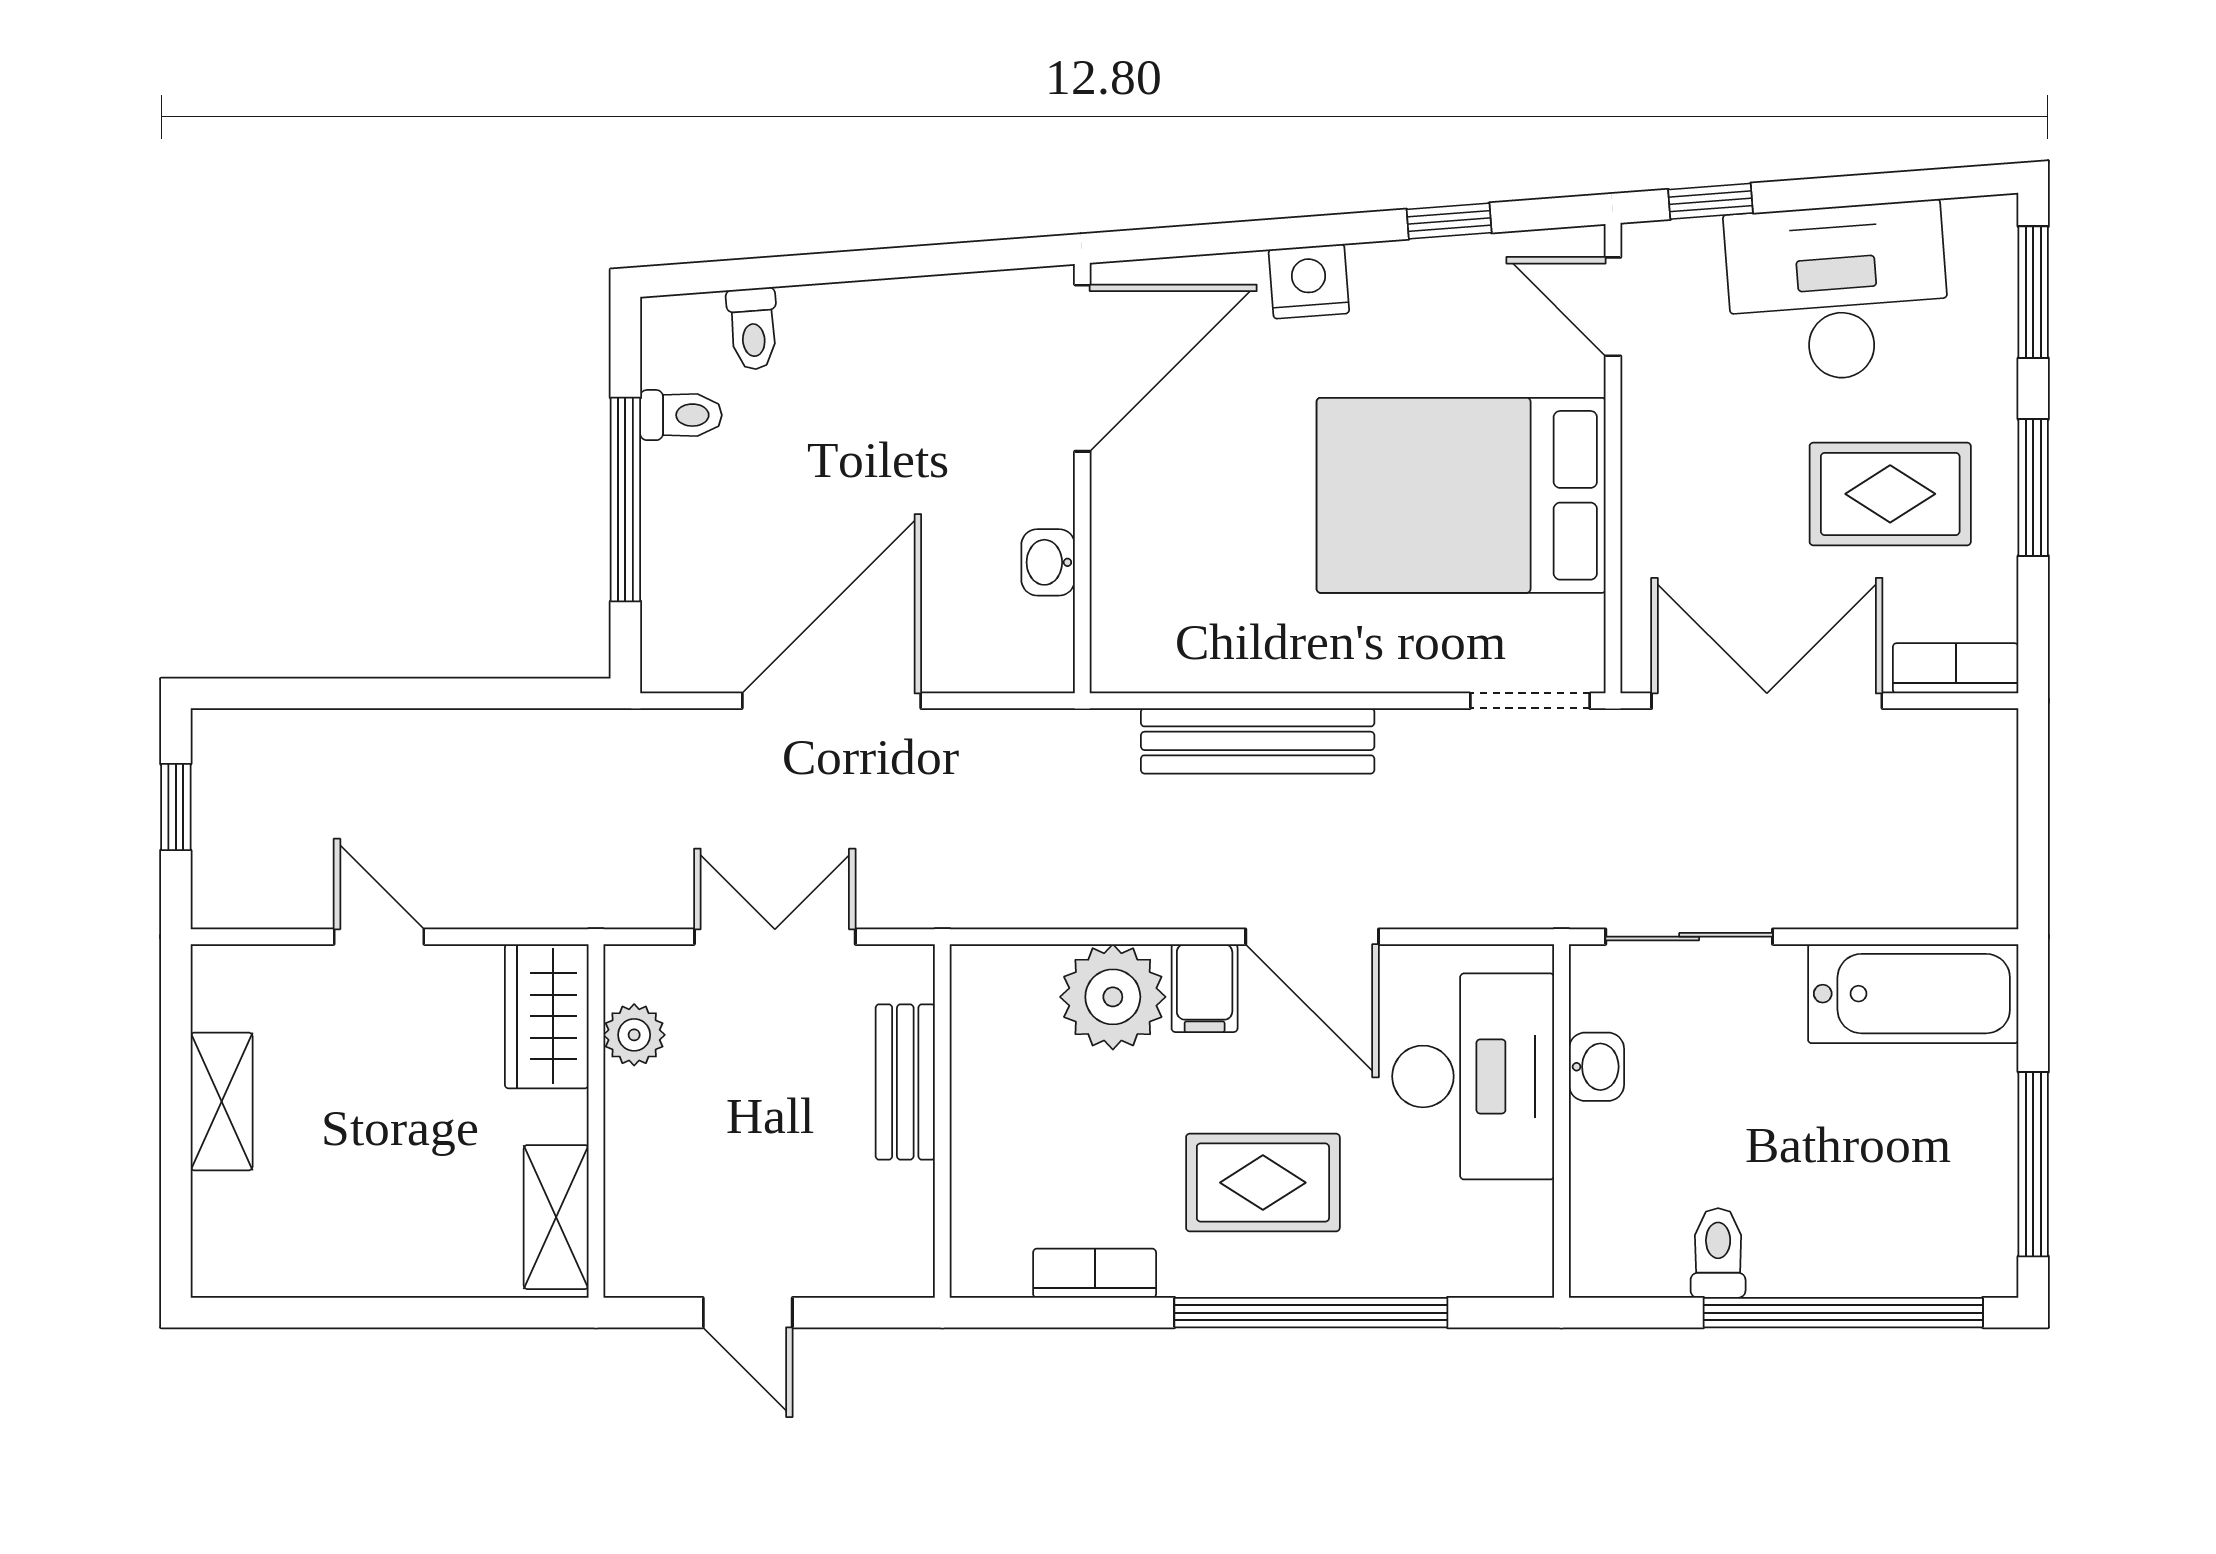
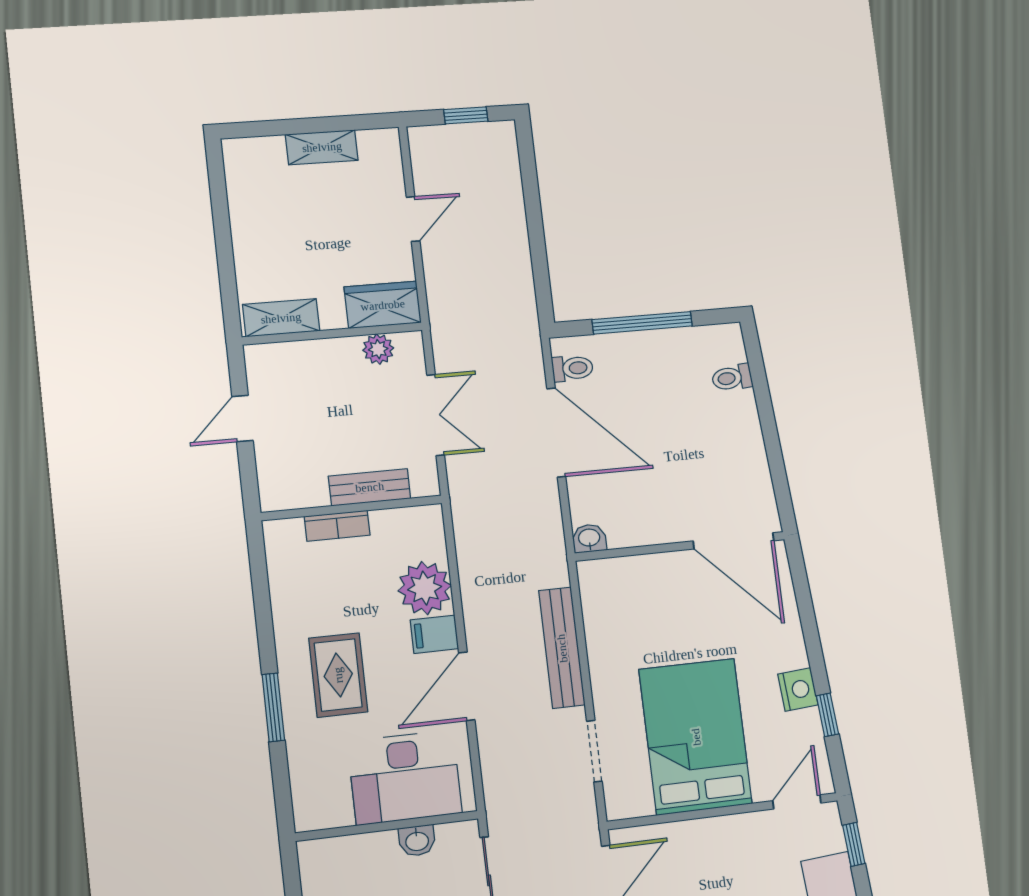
nightstand: (1309, 281) -> (798, 689), moved
toilet: (681, 415) -> (572, 368), moved, turned -90
washbasin: (1048, 562) -> (589, 538), moved
doorway: (1530, 701) -> (594, 751), moved
bookcase: (1095, 1273) -> (337, 526), moved, turned 90
window: (1311, 1313) -> (273, 707), width x0.47

